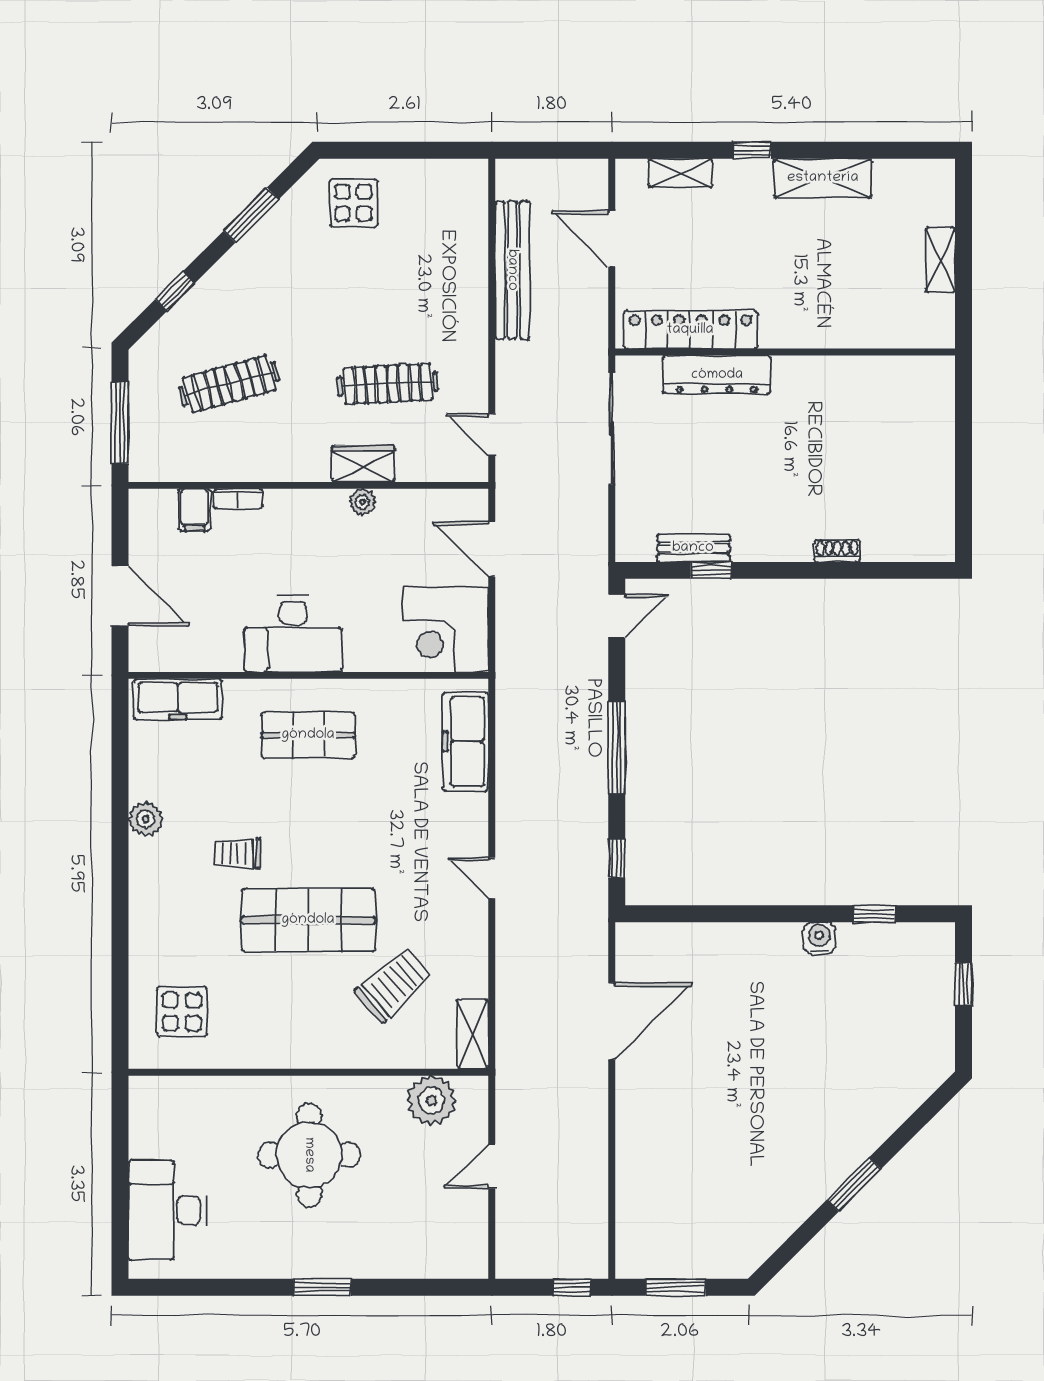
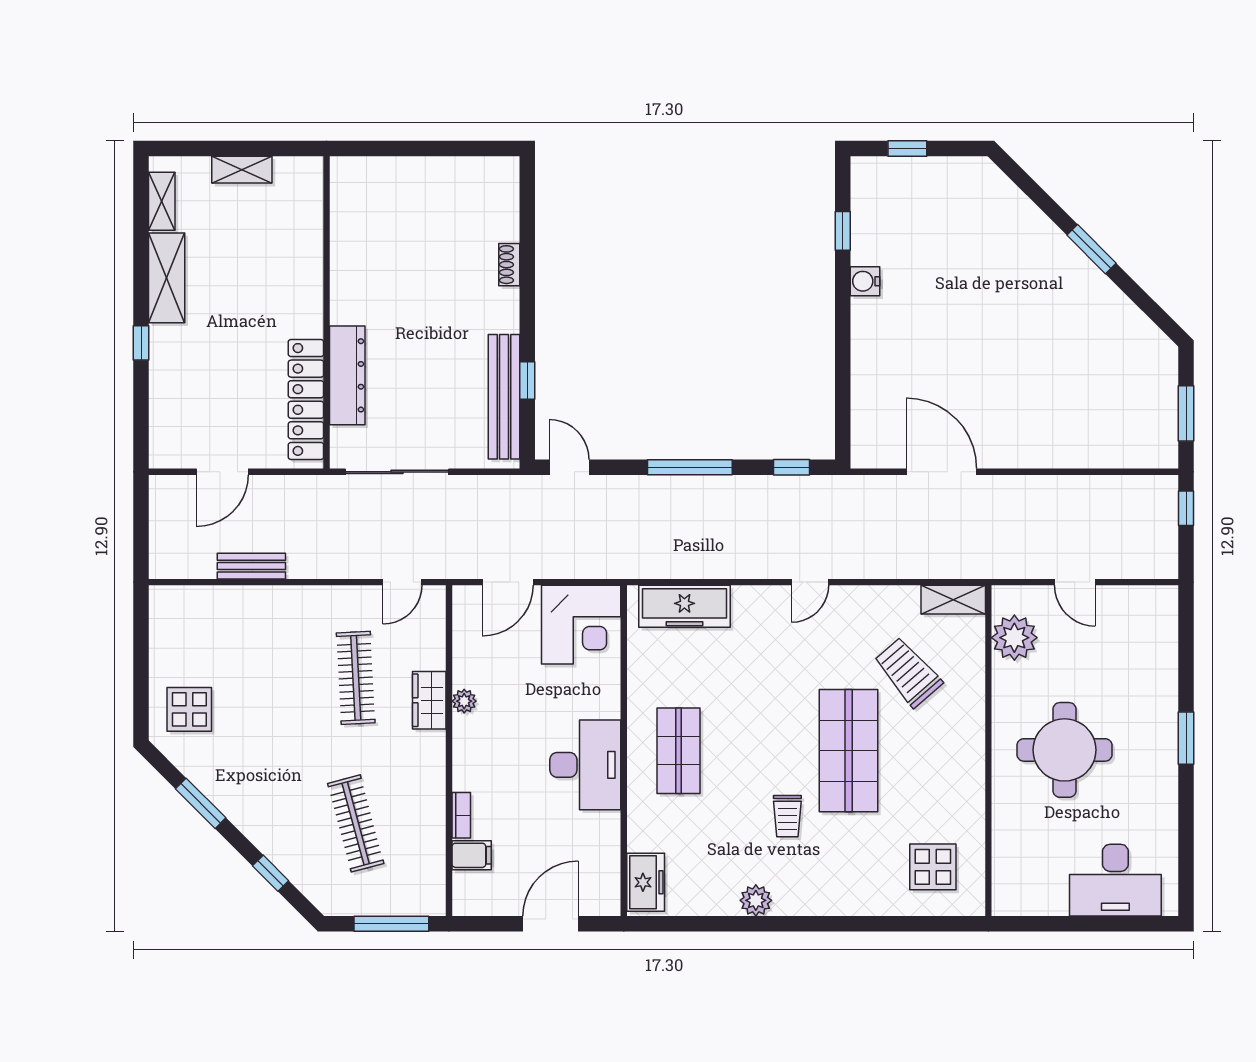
shelving: (680, 173) -> (162, 201), moved
bench: (512, 270) -> (251, 566), width x0.54, depth x0.82
bench: (693, 548) -> (504, 397), width x1.86, depth x1.21
freezer: (178, 699) -> (646, 882), width x0.71

